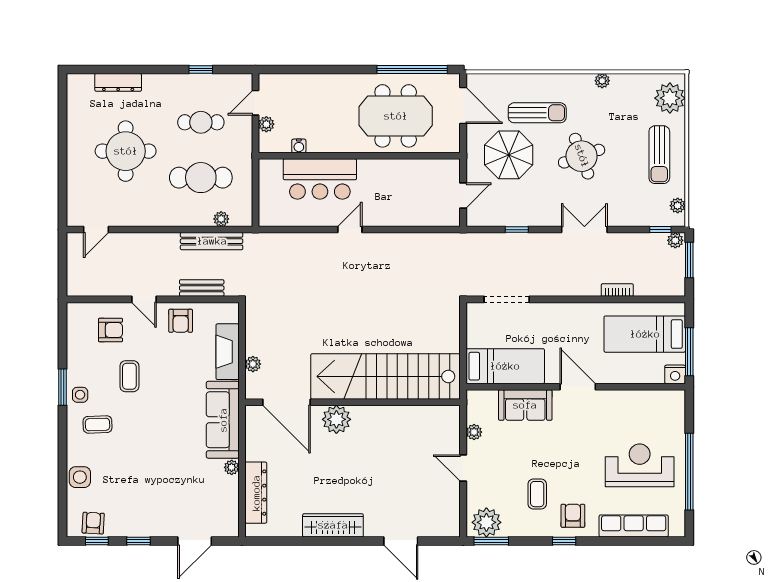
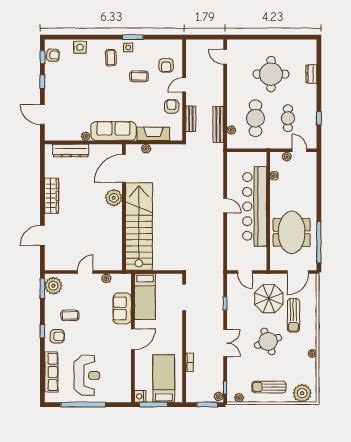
dresser: (118, 82) -> (311, 74), width x0.70
bar counter: (320, 179) -> (255, 206), width x1.86
armchair: (181, 321) -> (172, 106), turned 90

